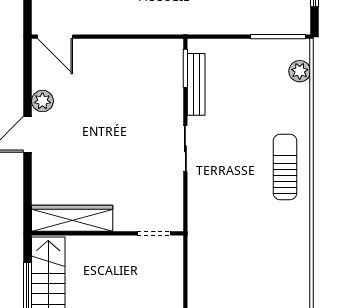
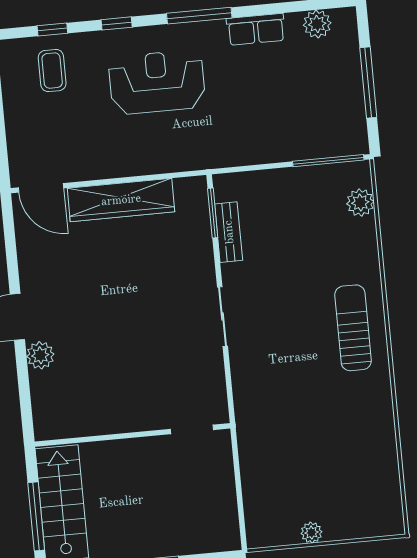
bench: (196, 84) -> (229, 232), width x0.73
plant: (42, 101) -> (40, 355), moved
wardrobe: (72, 218) -> (121, 200), moved, turned 180

